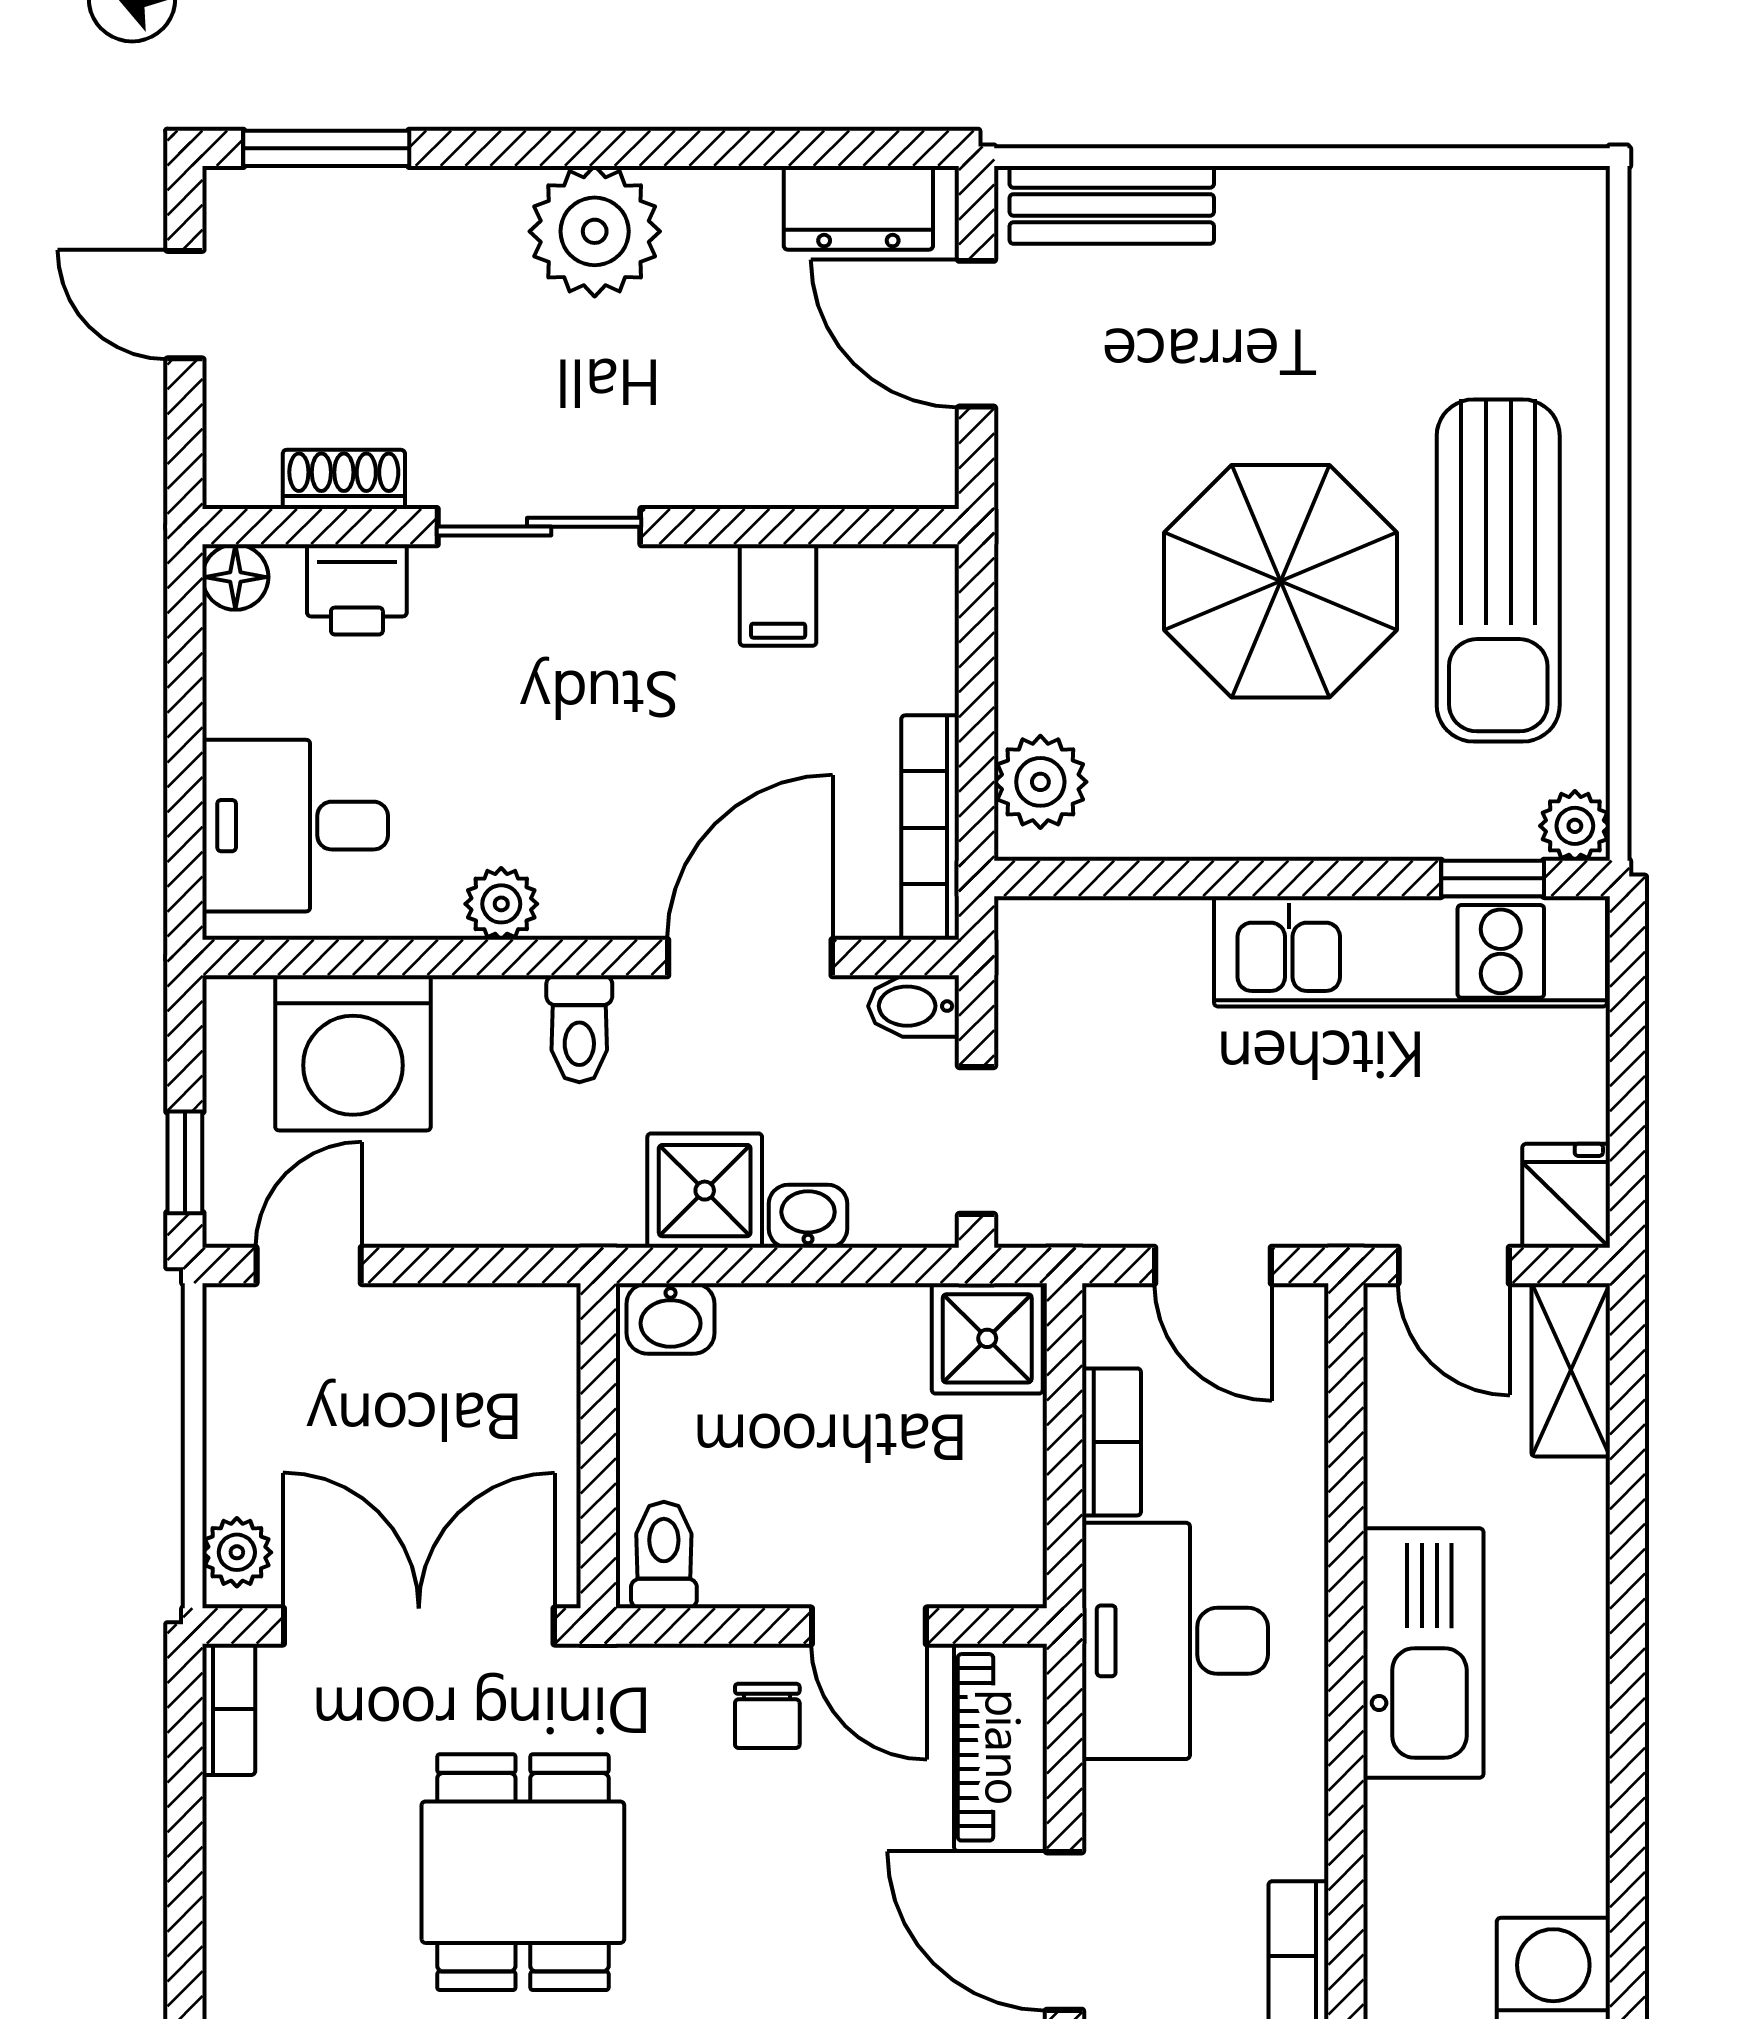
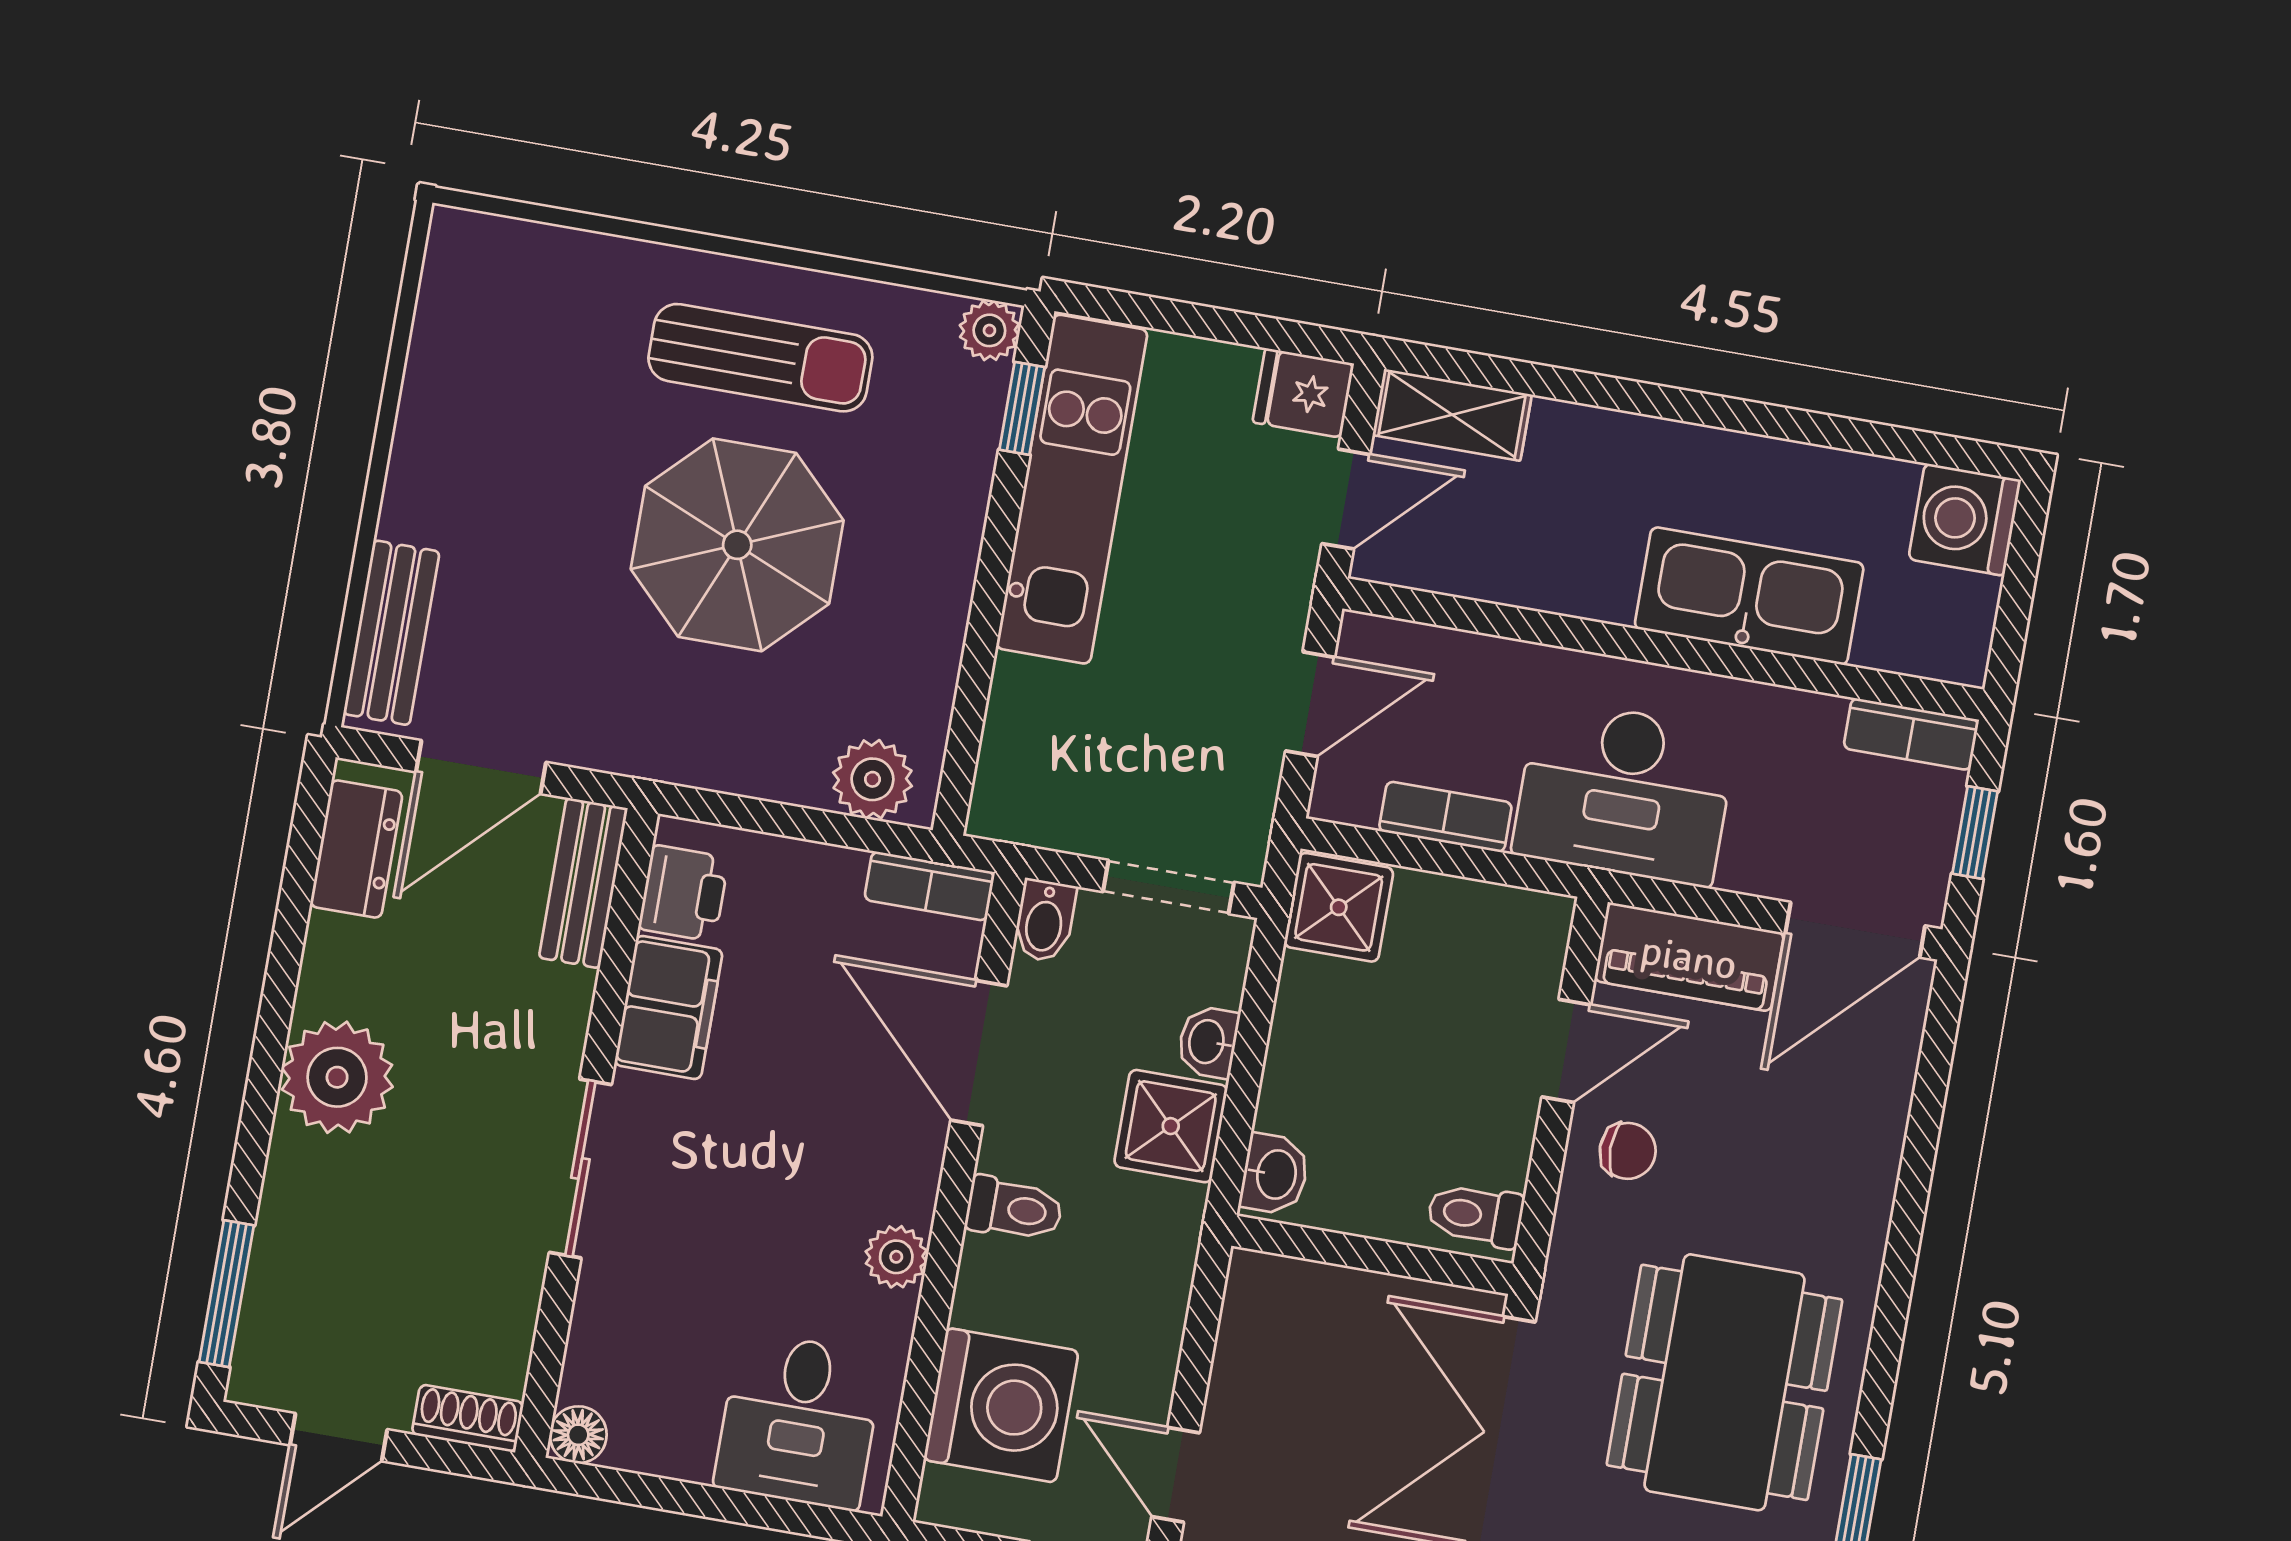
bench: (865, 473) -> (583, 883), added
shoe rack: (344, 479) -> (468, 1418), moved, turned 90
sun lounger: (1498, 571) -> (760, 358), width x0.73, depth x0.75
printer: (357, 589) -> (684, 893), moved
filing cabinet: (778, 595) -> (669, 1007), width x2.00
bookcase: (930, 828) -> (929, 886), width x0.64
kitchen sink: (1423, 1653) -> (1749, 596), moved
dining table: (523, 1872) -> (1724, 1382), width x1.38

